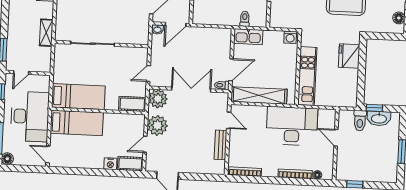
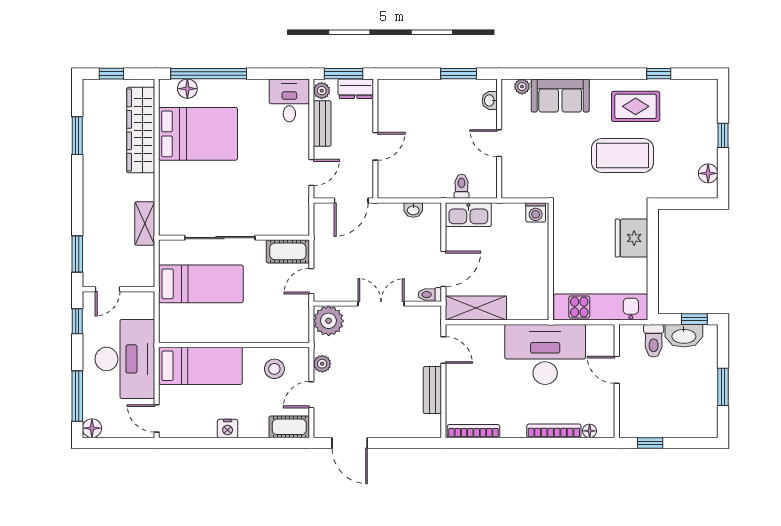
washbasin: (157, 29) -> (413, 210), moved
kitchen unit: (307, 76) -> (601, 307), moved, turned -90
double door: (191, 90) -> (381, 304), width x0.73
shelving: (259, 95) -> (476, 308), width x0.68
bed: (78, 96) -> (201, 284), moved
cot: (132, 104) -> (288, 251), moved
window: (374, 108) -> (694, 319), moved
plant: (157, 125) -> (322, 364), width x0.53, depth x0.53
stool: (123, 127) -> (274, 369), added
nightstand: (110, 164) -> (228, 429), moved

